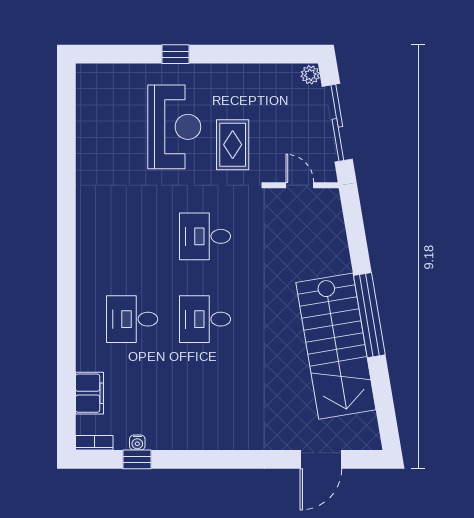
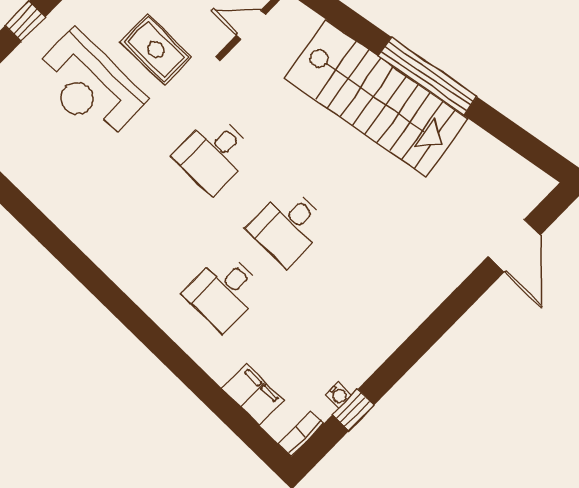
reception desk: (174, 127) -> (89, 86), turned 180
stairs: (336, 346) -> (376, 98), moved

